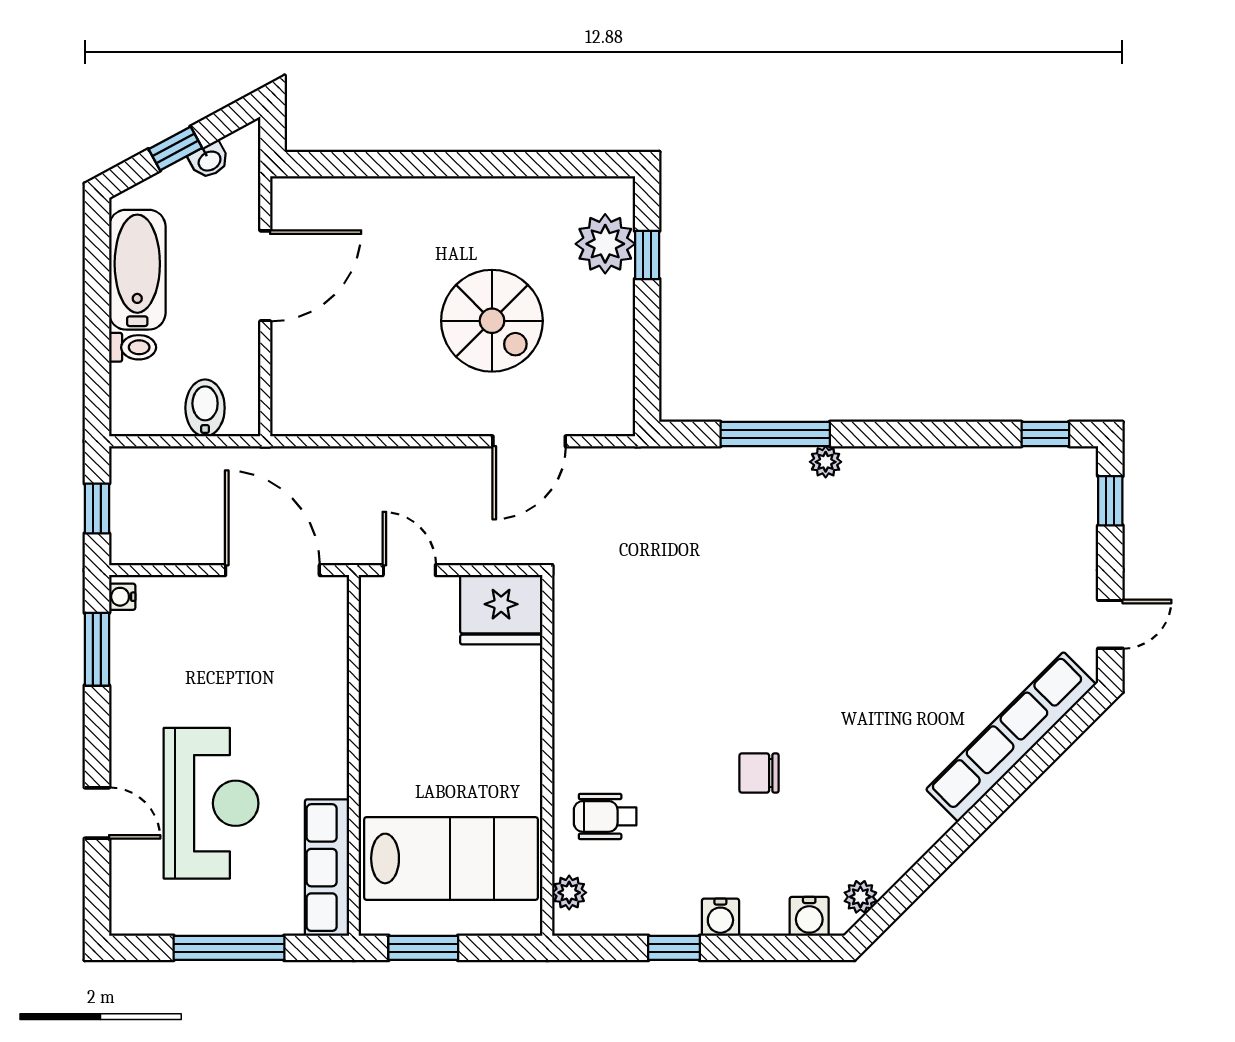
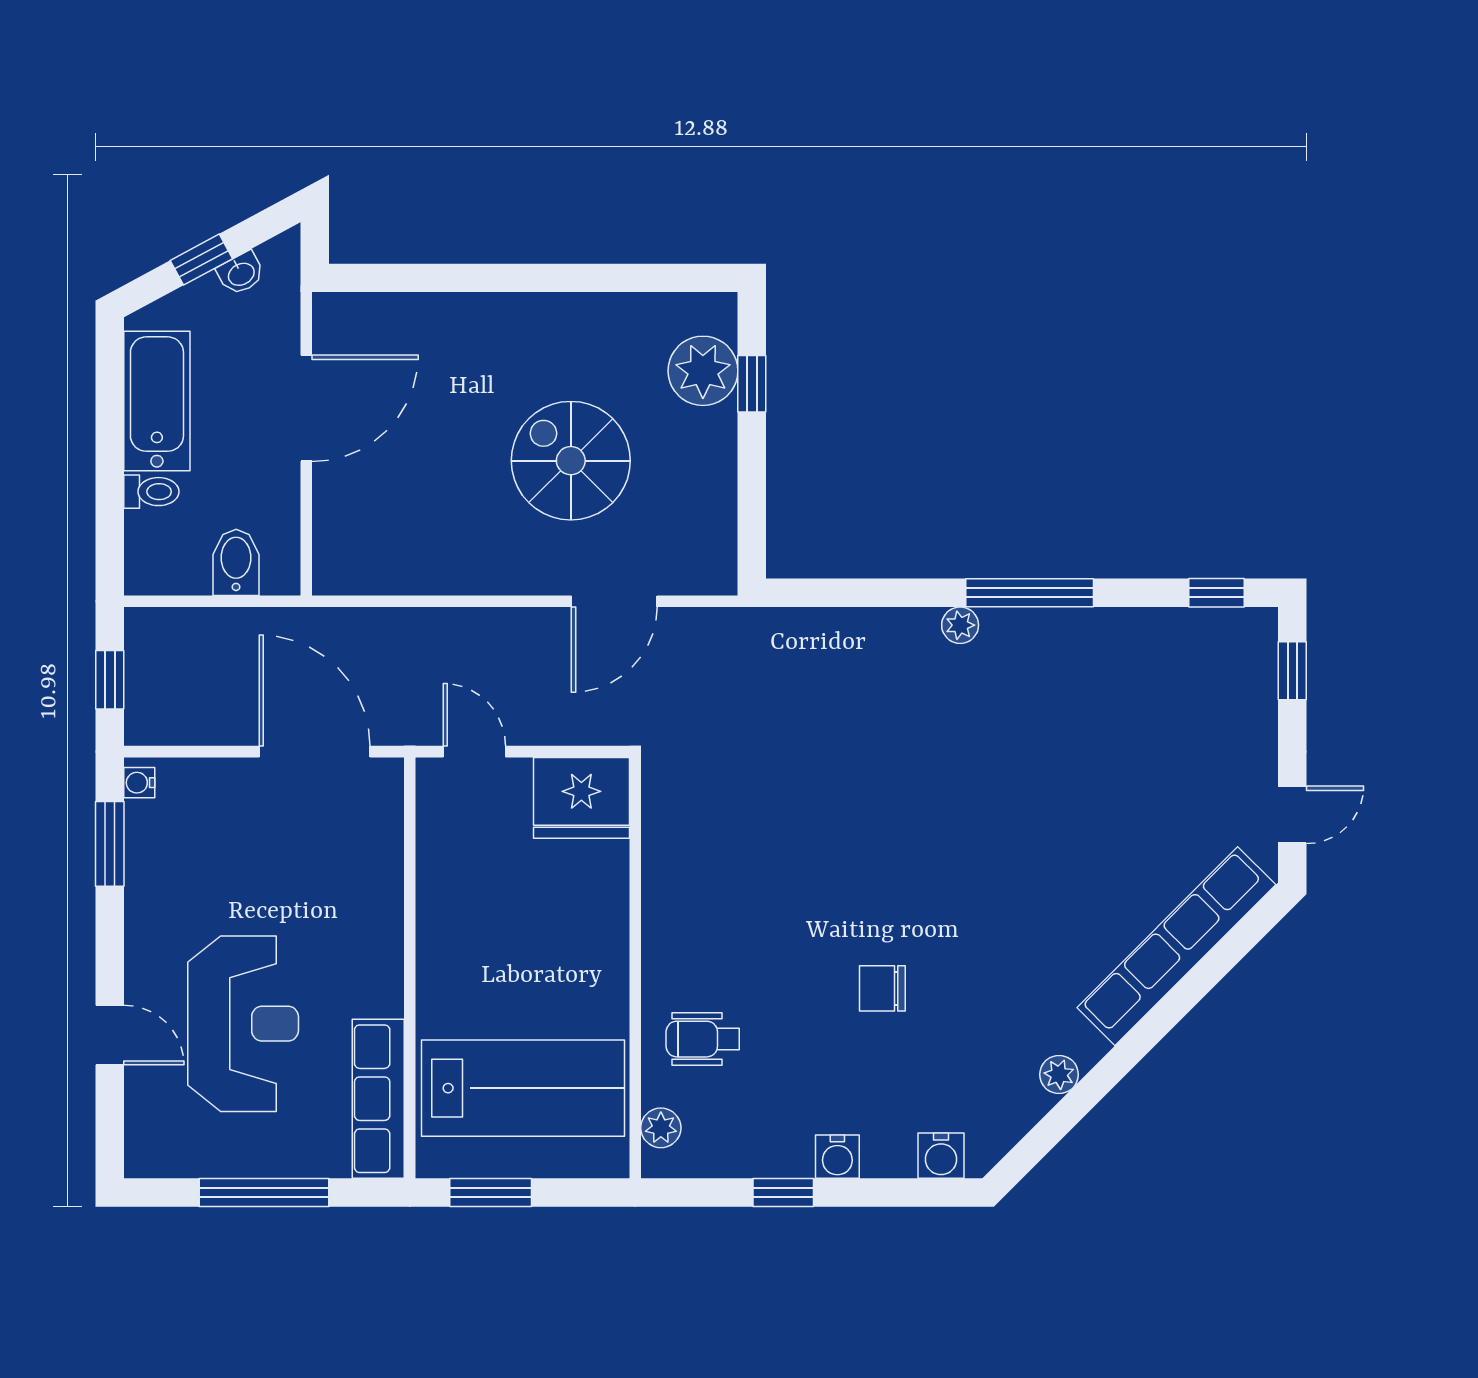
spiral stairs: (492, 321) -> (571, 461), turned 180
window: (775, 434) -> (1030, 593), moved
plant: (860, 897) -> (1059, 1075), moved

